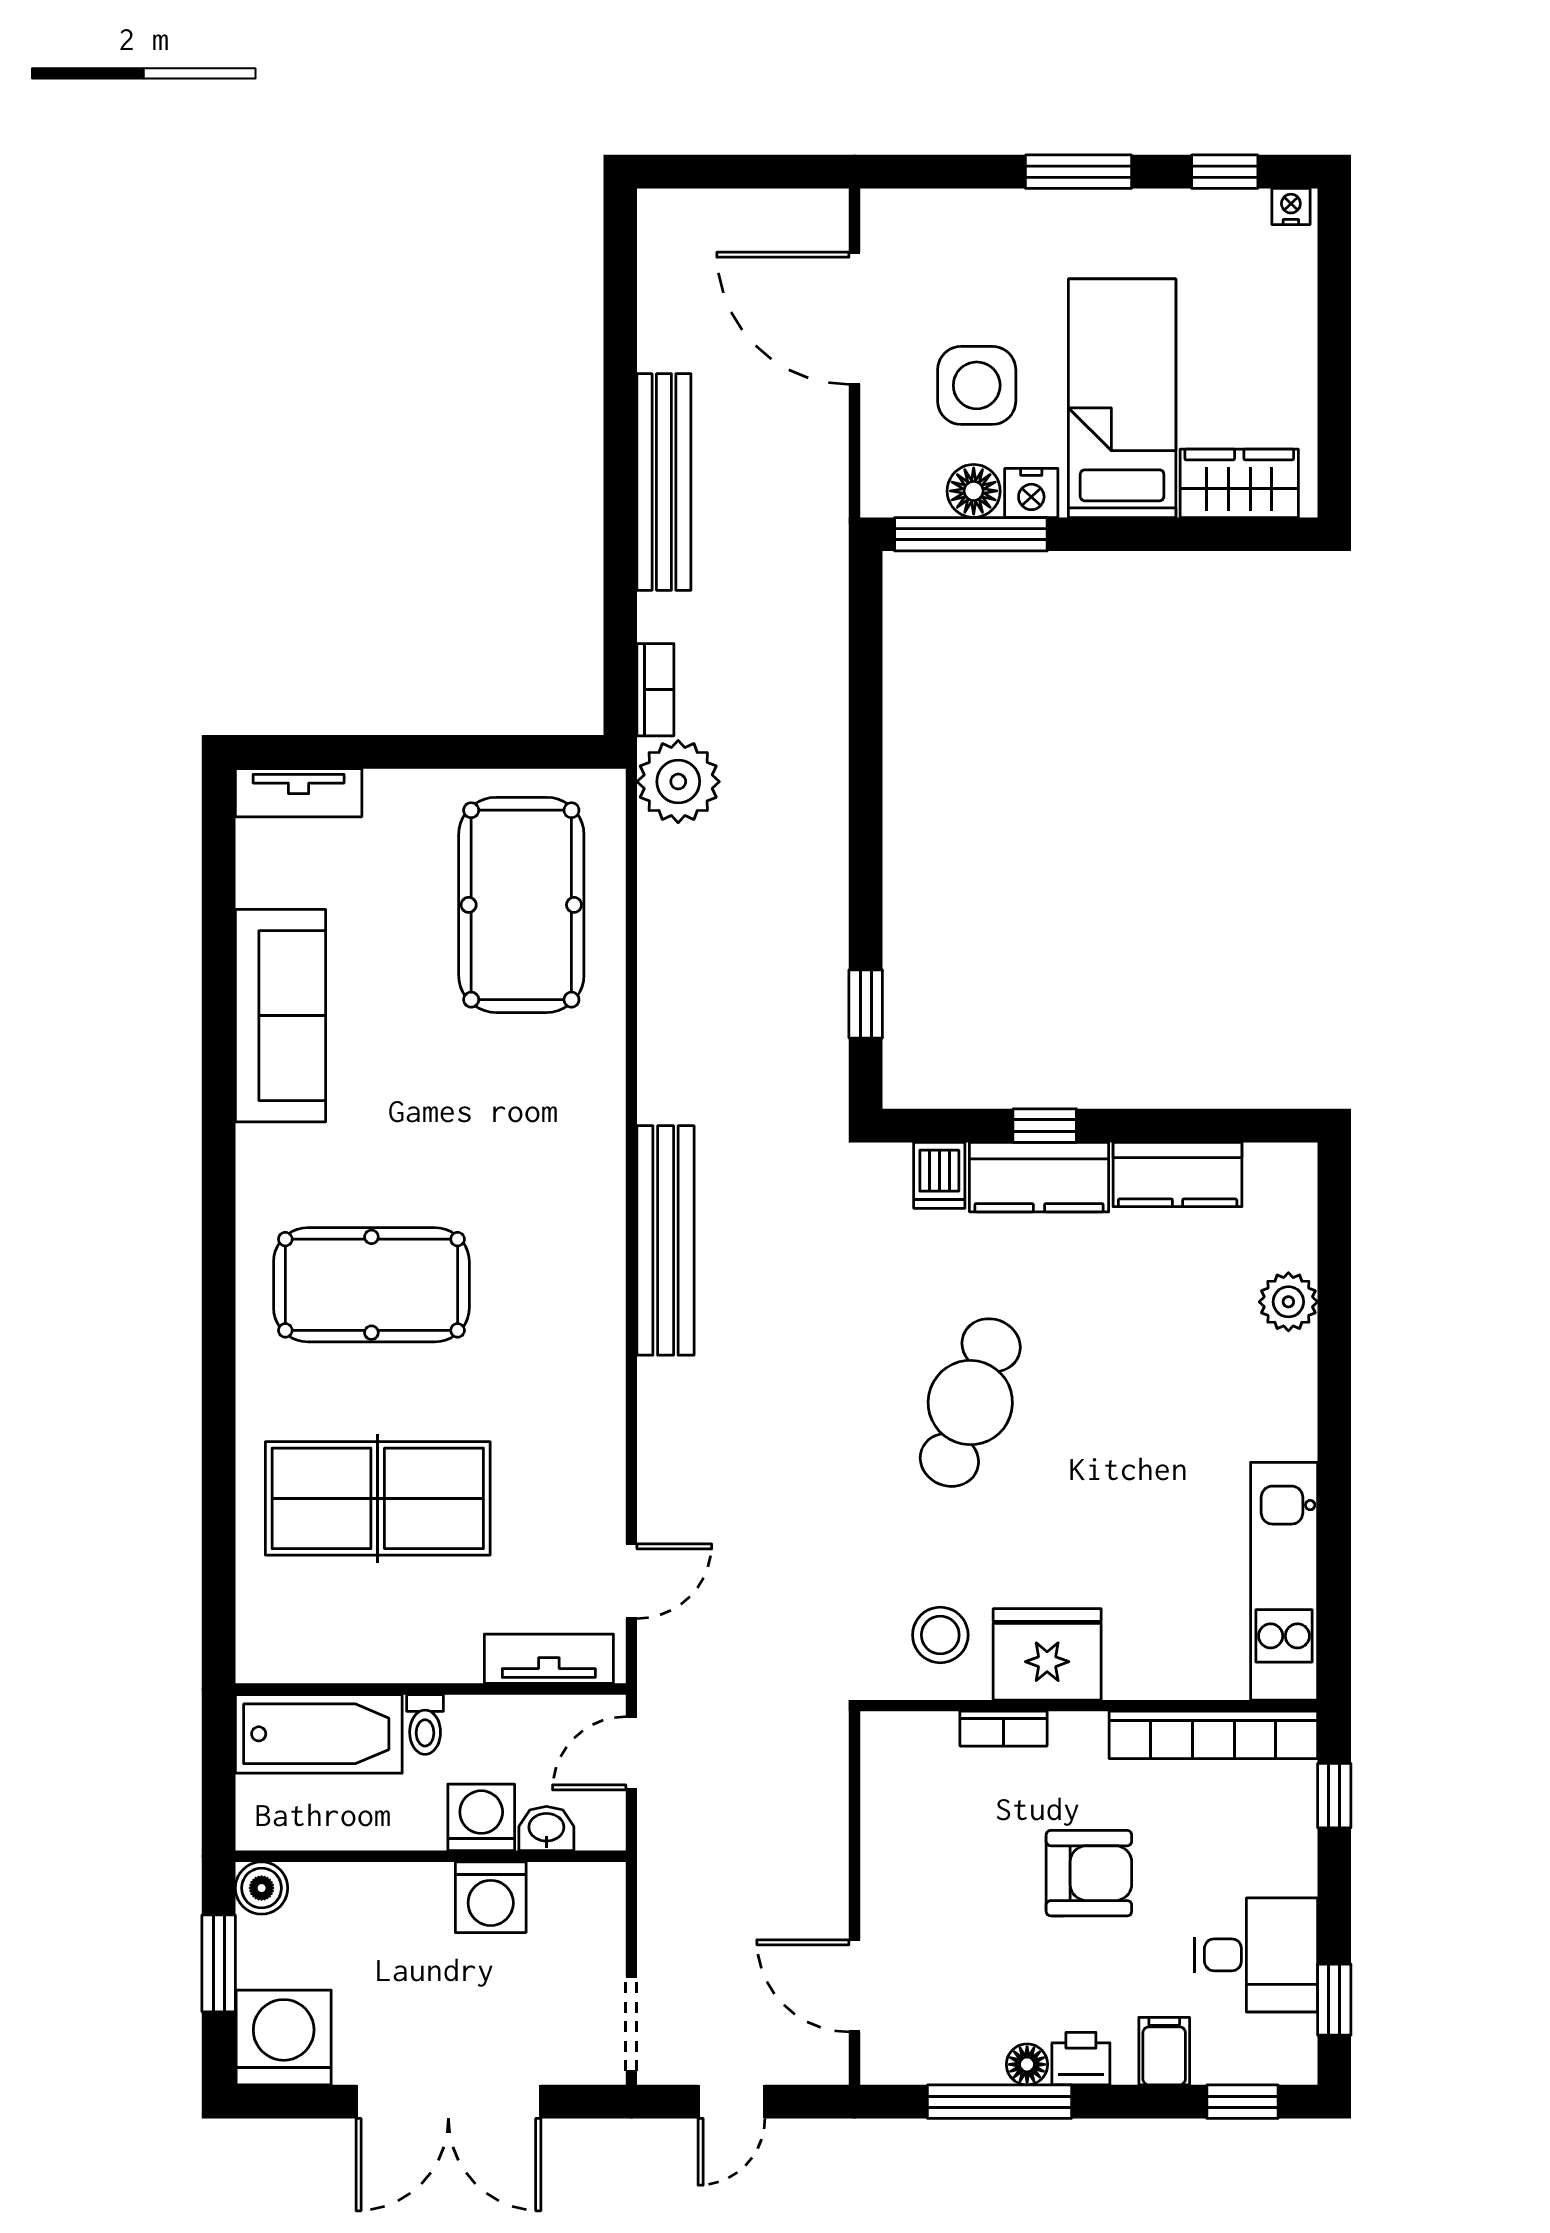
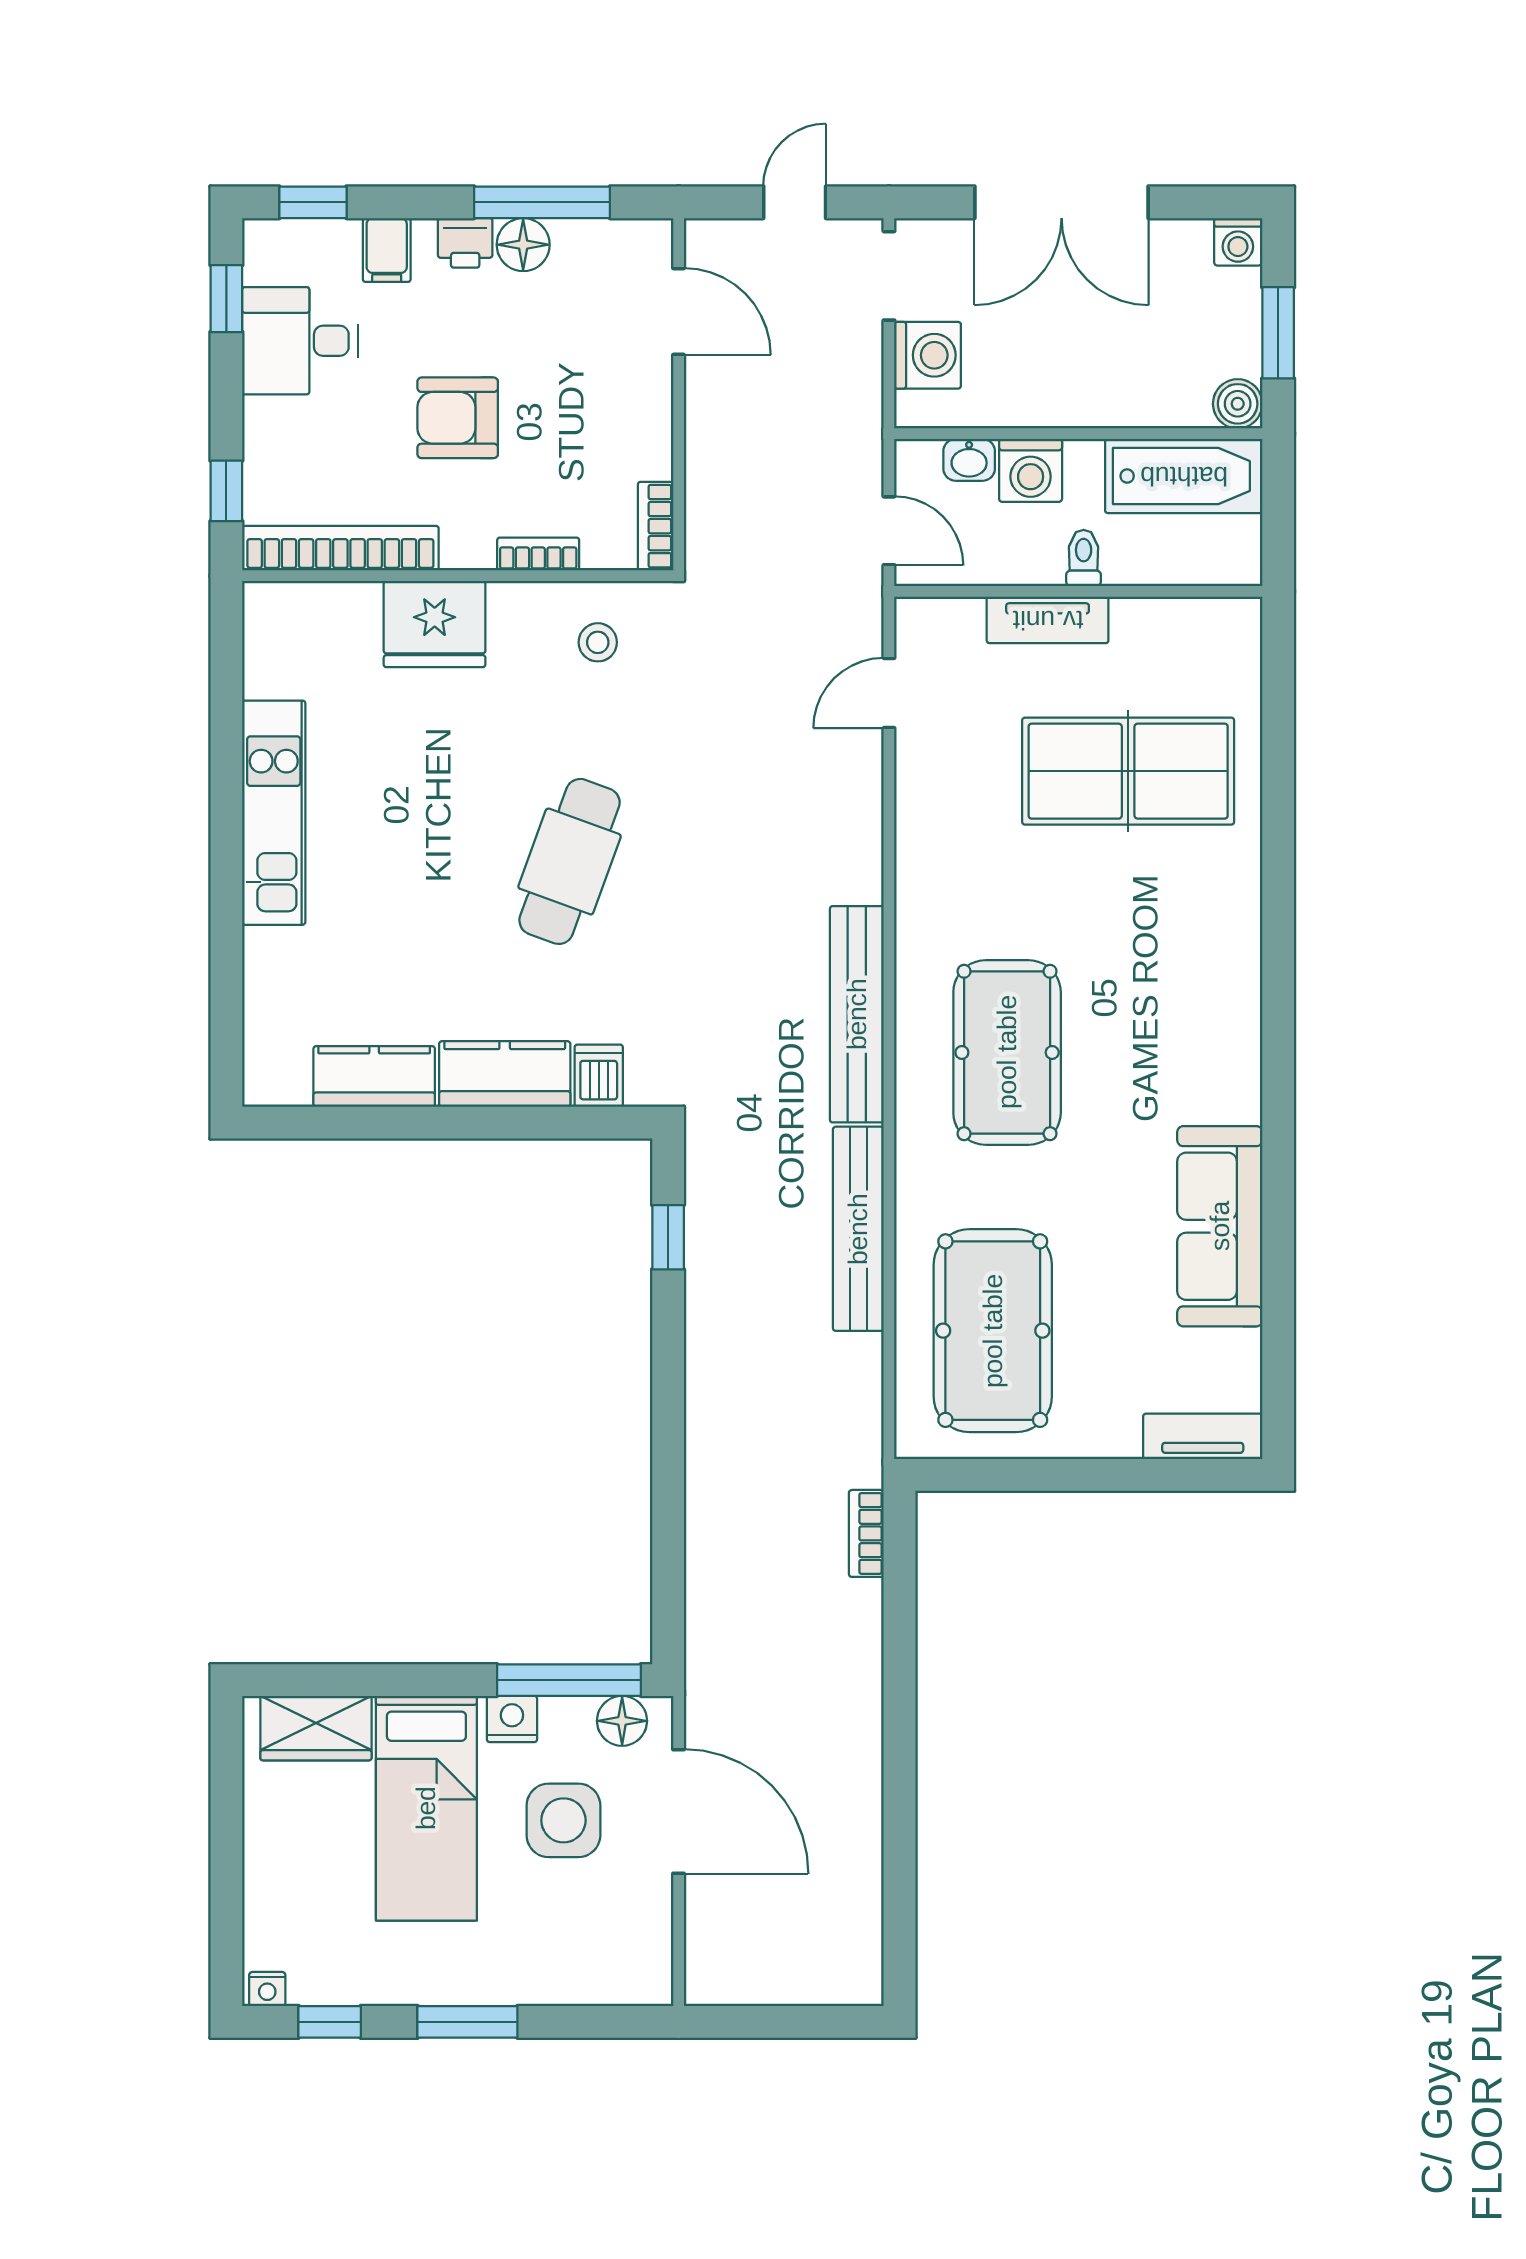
door: (855, 318) -> (679, 1811), moved
bench: (664, 482) -> (858, 1229), moved
floor lamp: (974, 491) -> (622, 1721), moved
plant: (678, 782) -> (845, 1447), removed
window: (1045, 1126) -> (499, 1123), removed
pool table: (371, 1285) -> (1007, 1052), moved, turned 90
plant: (1288, 1302) -> (270, 956), removed
kitchen unit: (1284, 1581) -> (274, 813), moved
stool: (940, 1635) -> (598, 642), width x0.73, depth x0.73
fridge: (1047, 1654) -> (435, 624), moved
tv unit: (549, 1659) -> (1048, 620), moved
bathtub: (319, 1734) -> (1184, 476), moved, turned 180
door: (631, 1753) -> (889, 531), hinge flipped
bookcase: (879, 1758) -> (656, 526), added
washing machine: (491, 1897) -> (928, 355), moved, turned 90
washing machine: (284, 2037) -> (1238, 242), width x0.53, depth x0.53
floor lamp: (1027, 2064) -> (523, 245), width x1.37, depth x1.37
double door: (448, 2102) -> (1062, 202), swing flipped

